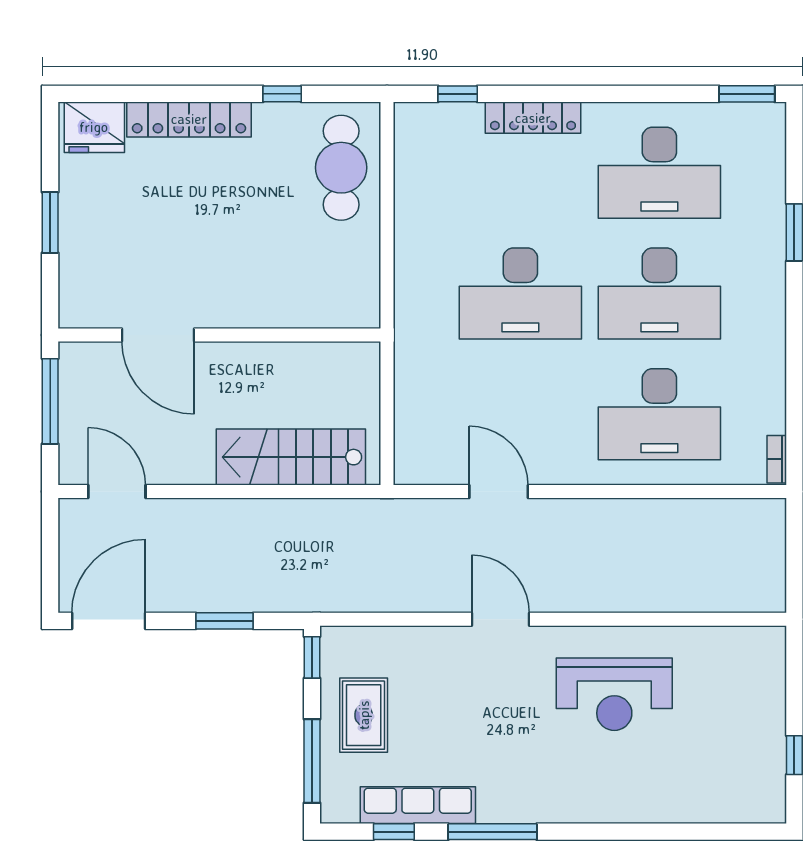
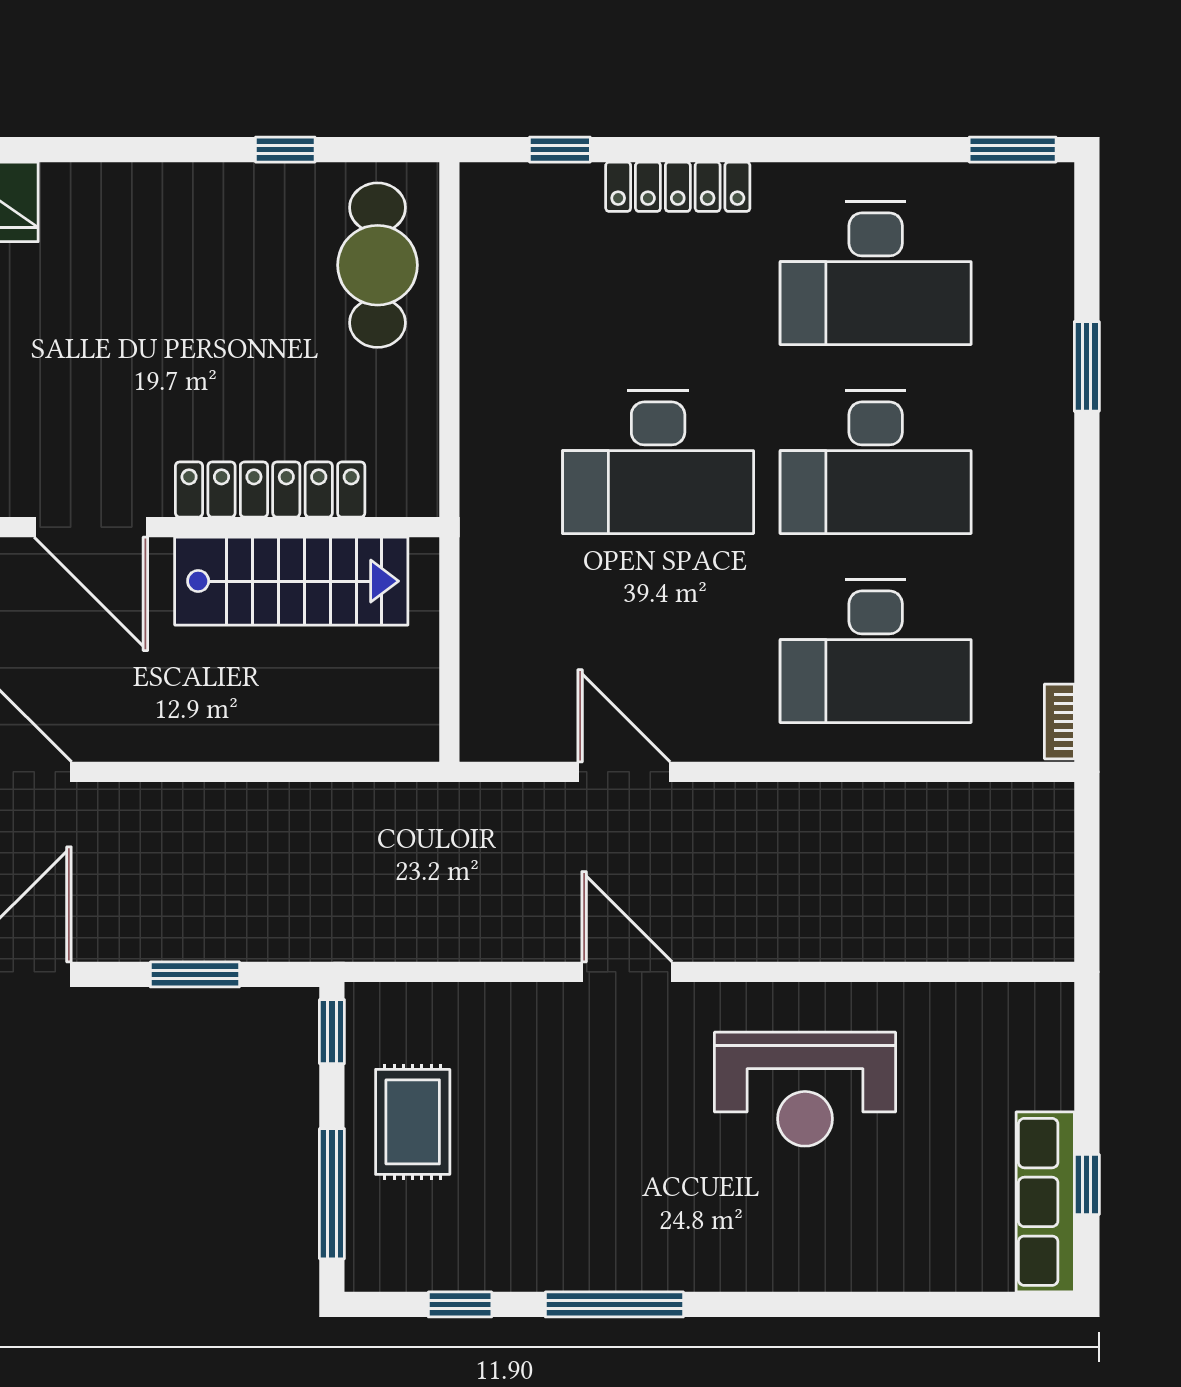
locker: (189, 119) -> (270, 490), moved, turned 180
stairs: (291, 457) -> (291, 581), moved, turned 180
row of seats: (418, 805) -> (1045, 1202), moved, turned -90

